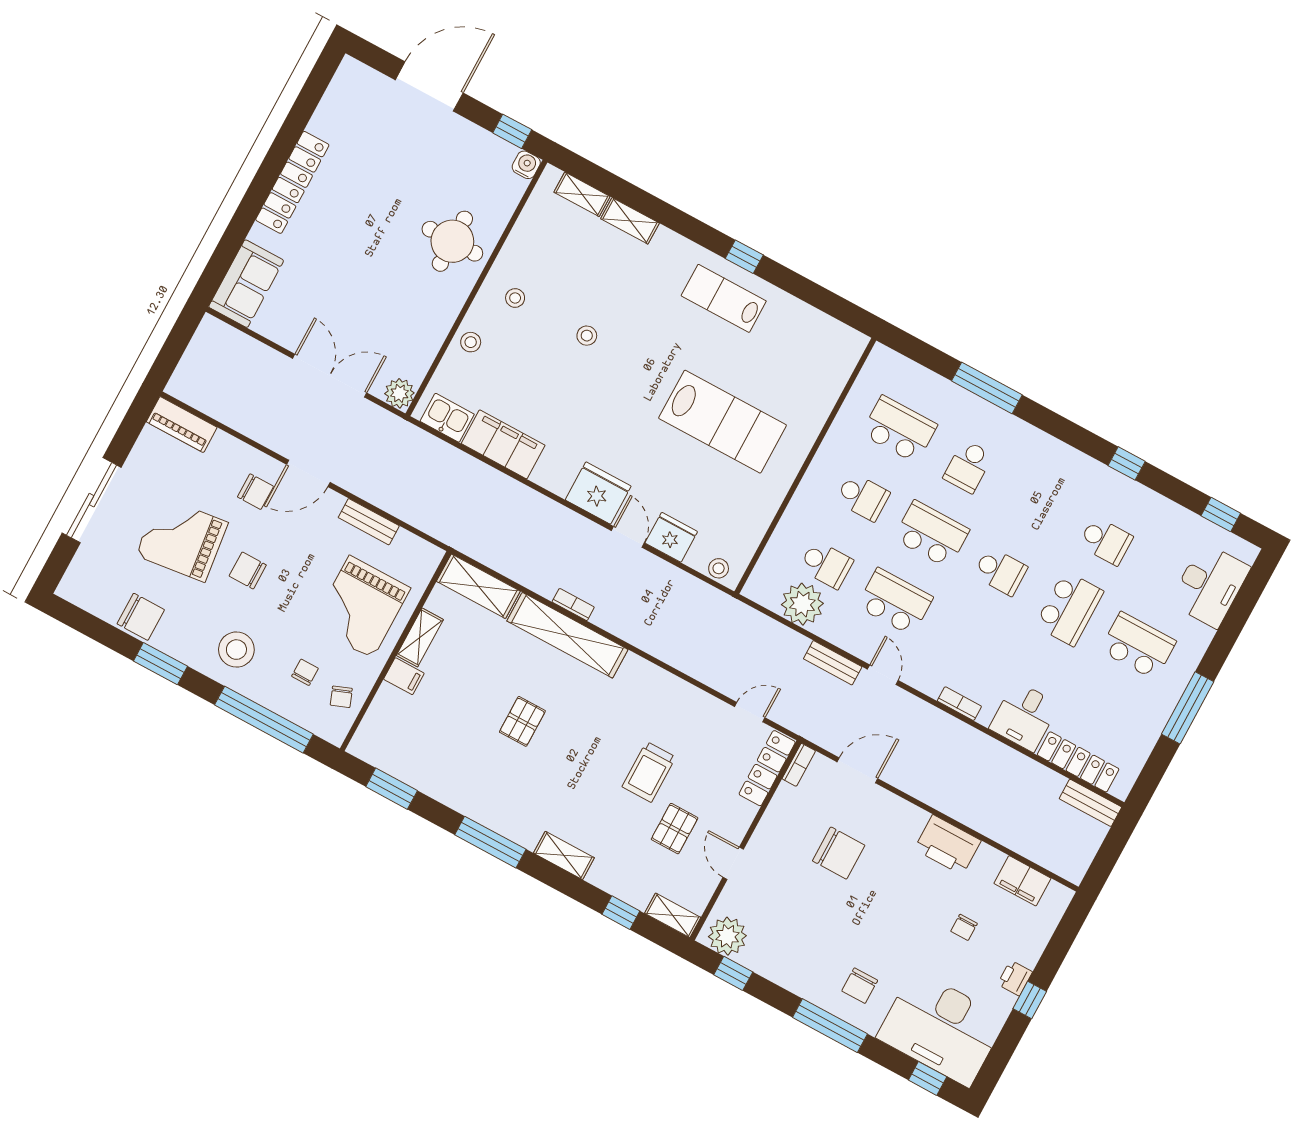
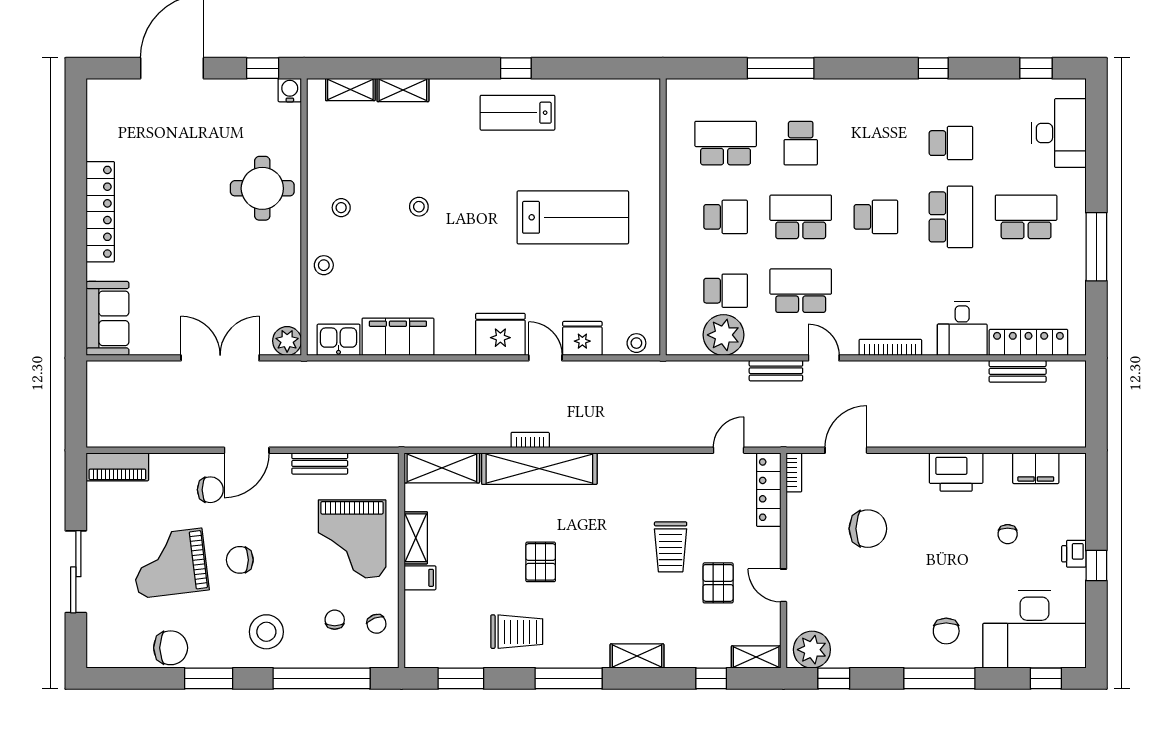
bookcase: (959, 704) -> (890, 347), width x1.56
trolley: (466, 773) -> (517, 632), added
bench: (1090, 803) -> (1018, 371), moved

